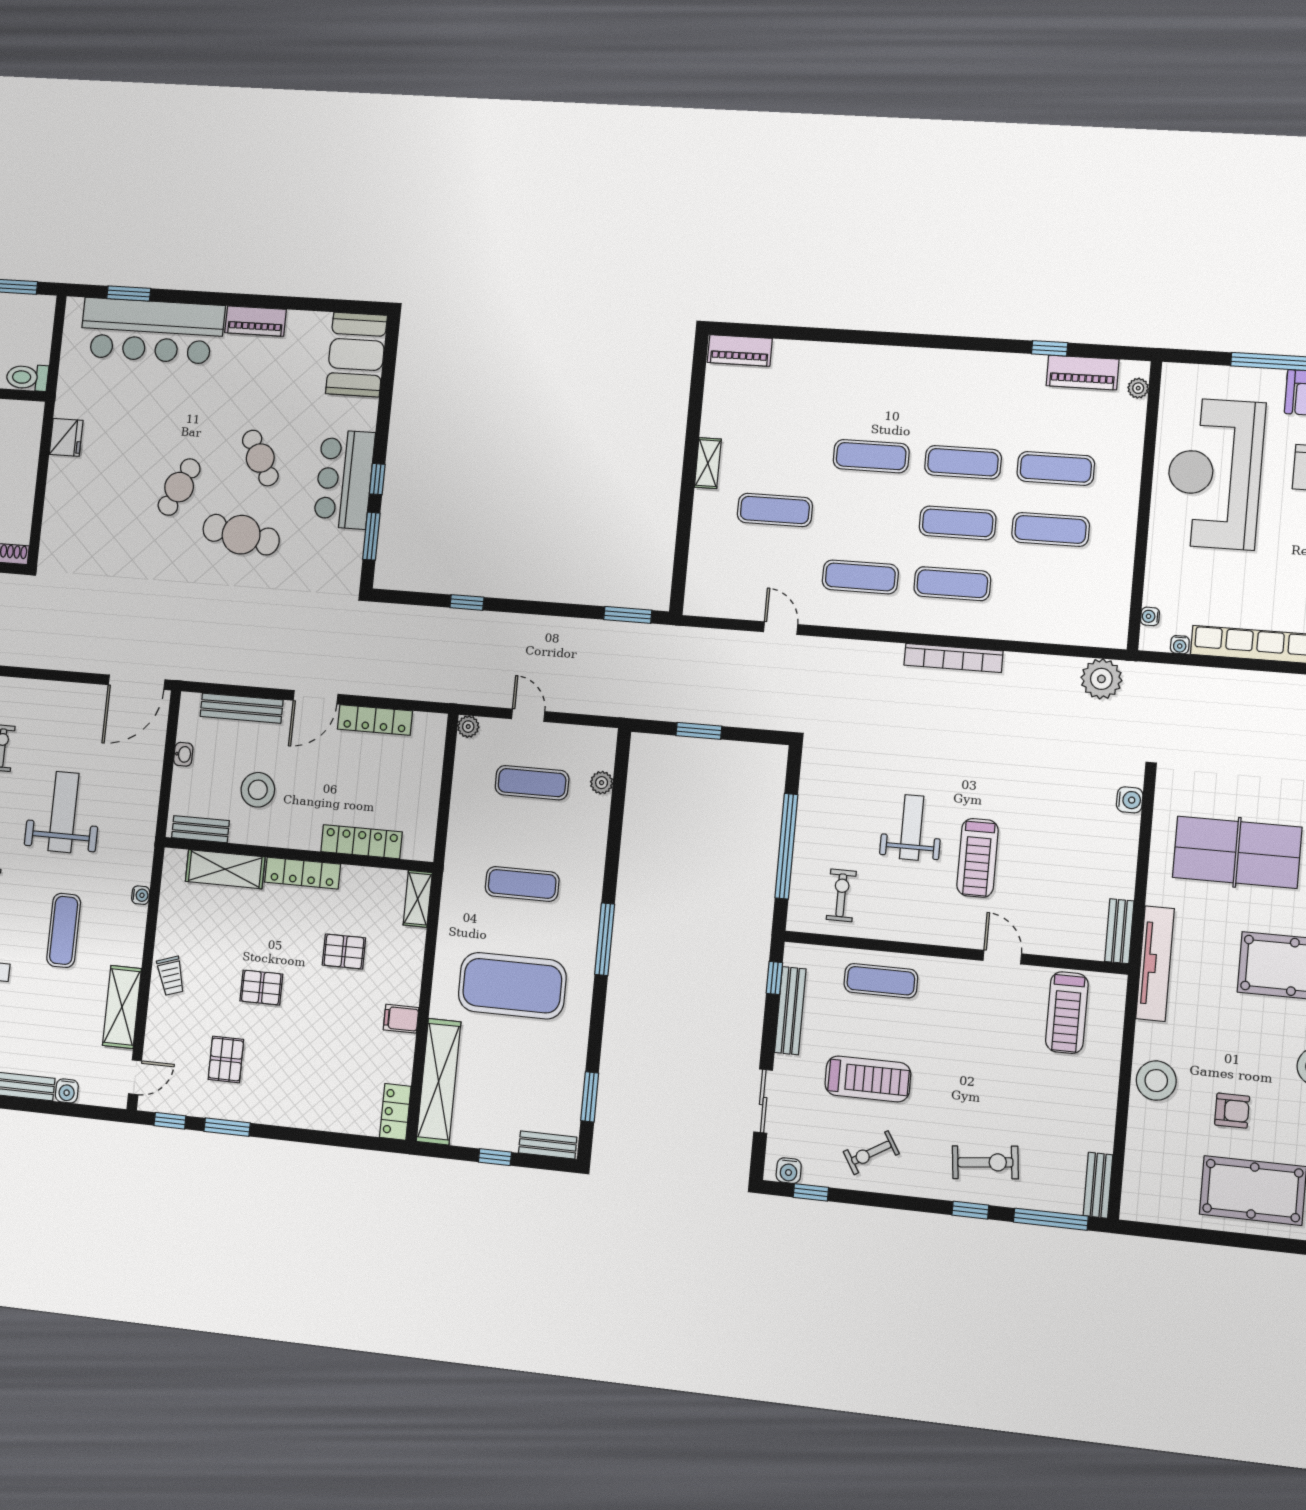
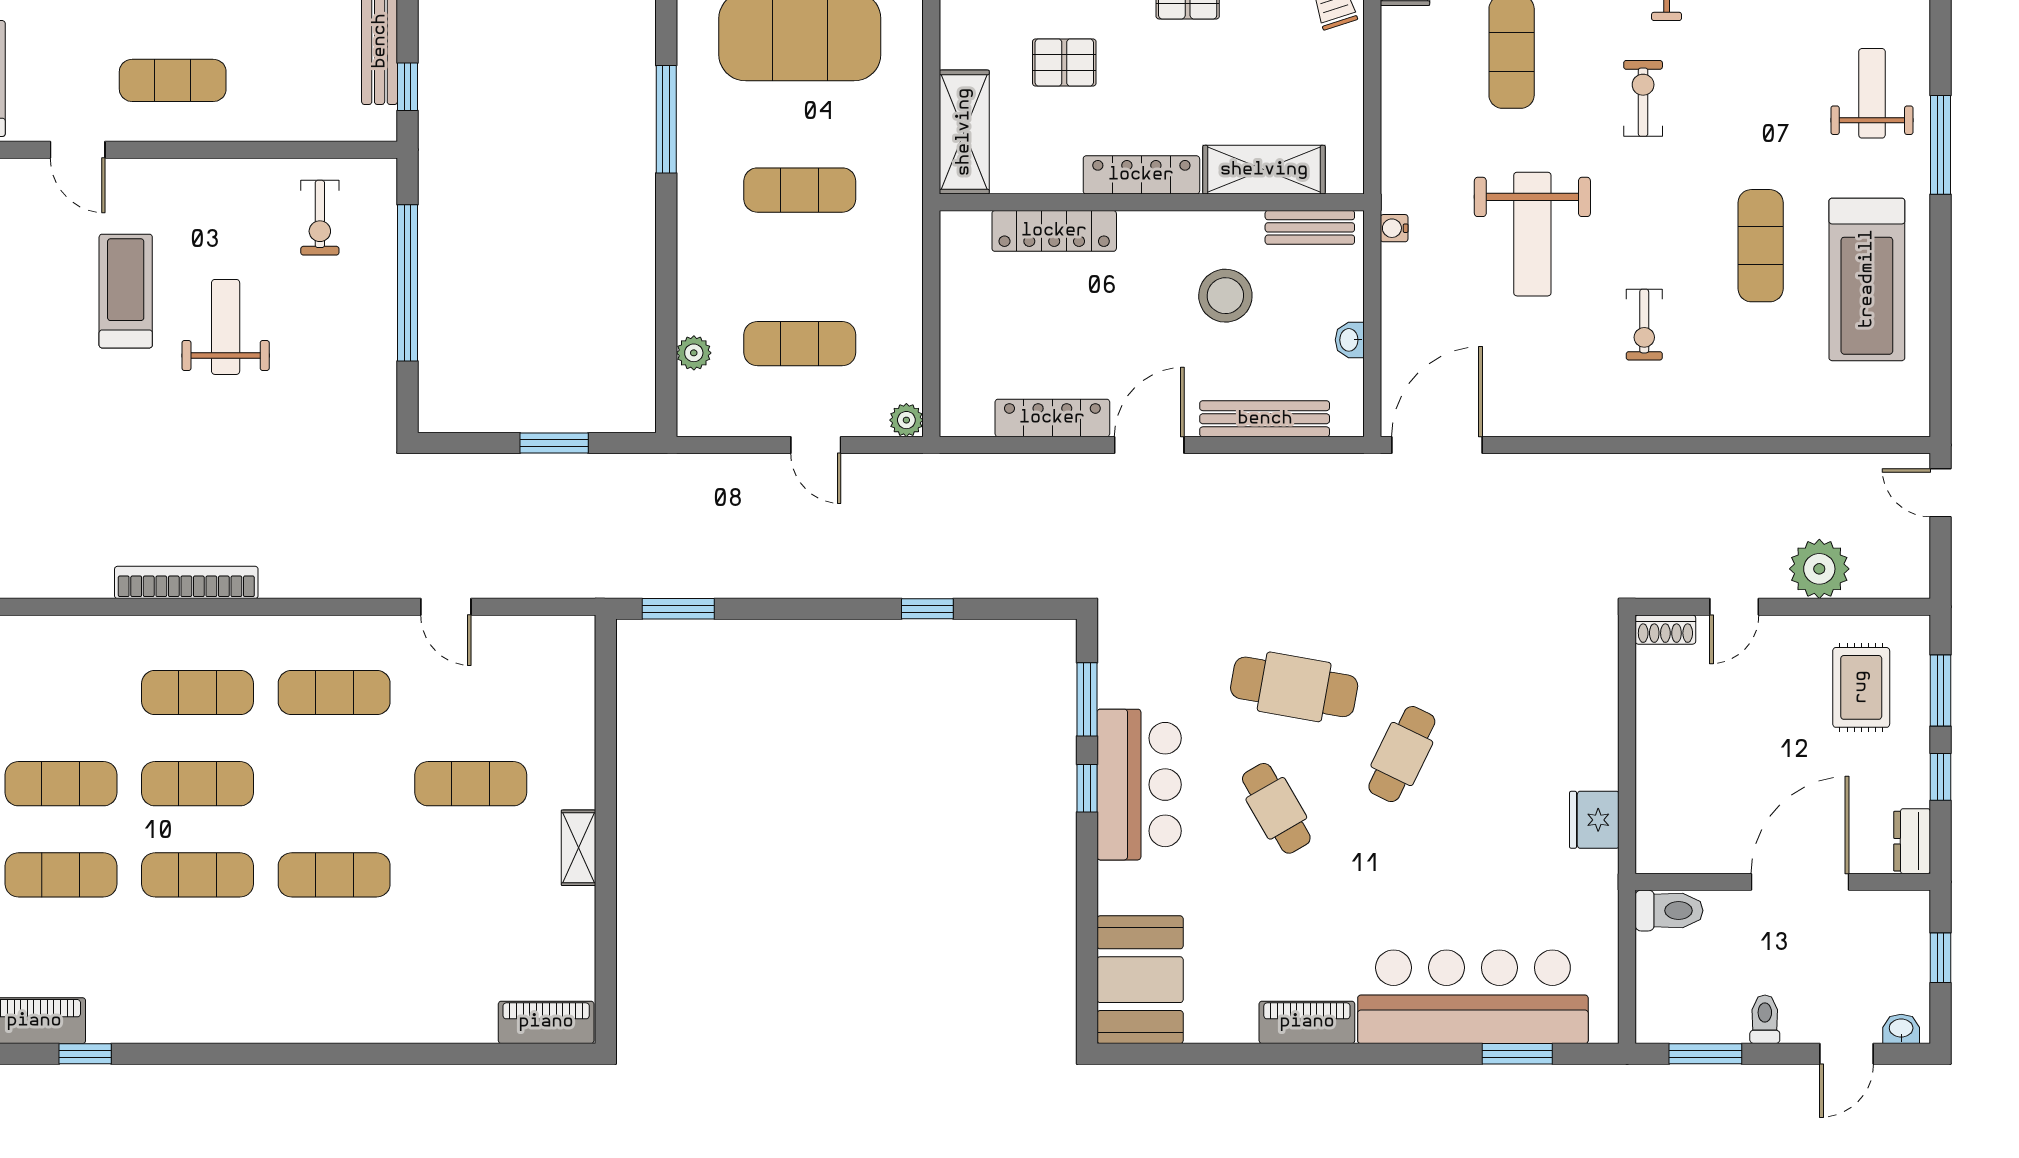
weight bench: (912, 827) -> (226, 327), turned 180
water cooler: (141, 895) -> (1394, 228), moved
shelving: (418, 899) -> (964, 132), width x1.50, depth x1.33
exercise mat: (881, 981) -> (173, 80), moved

